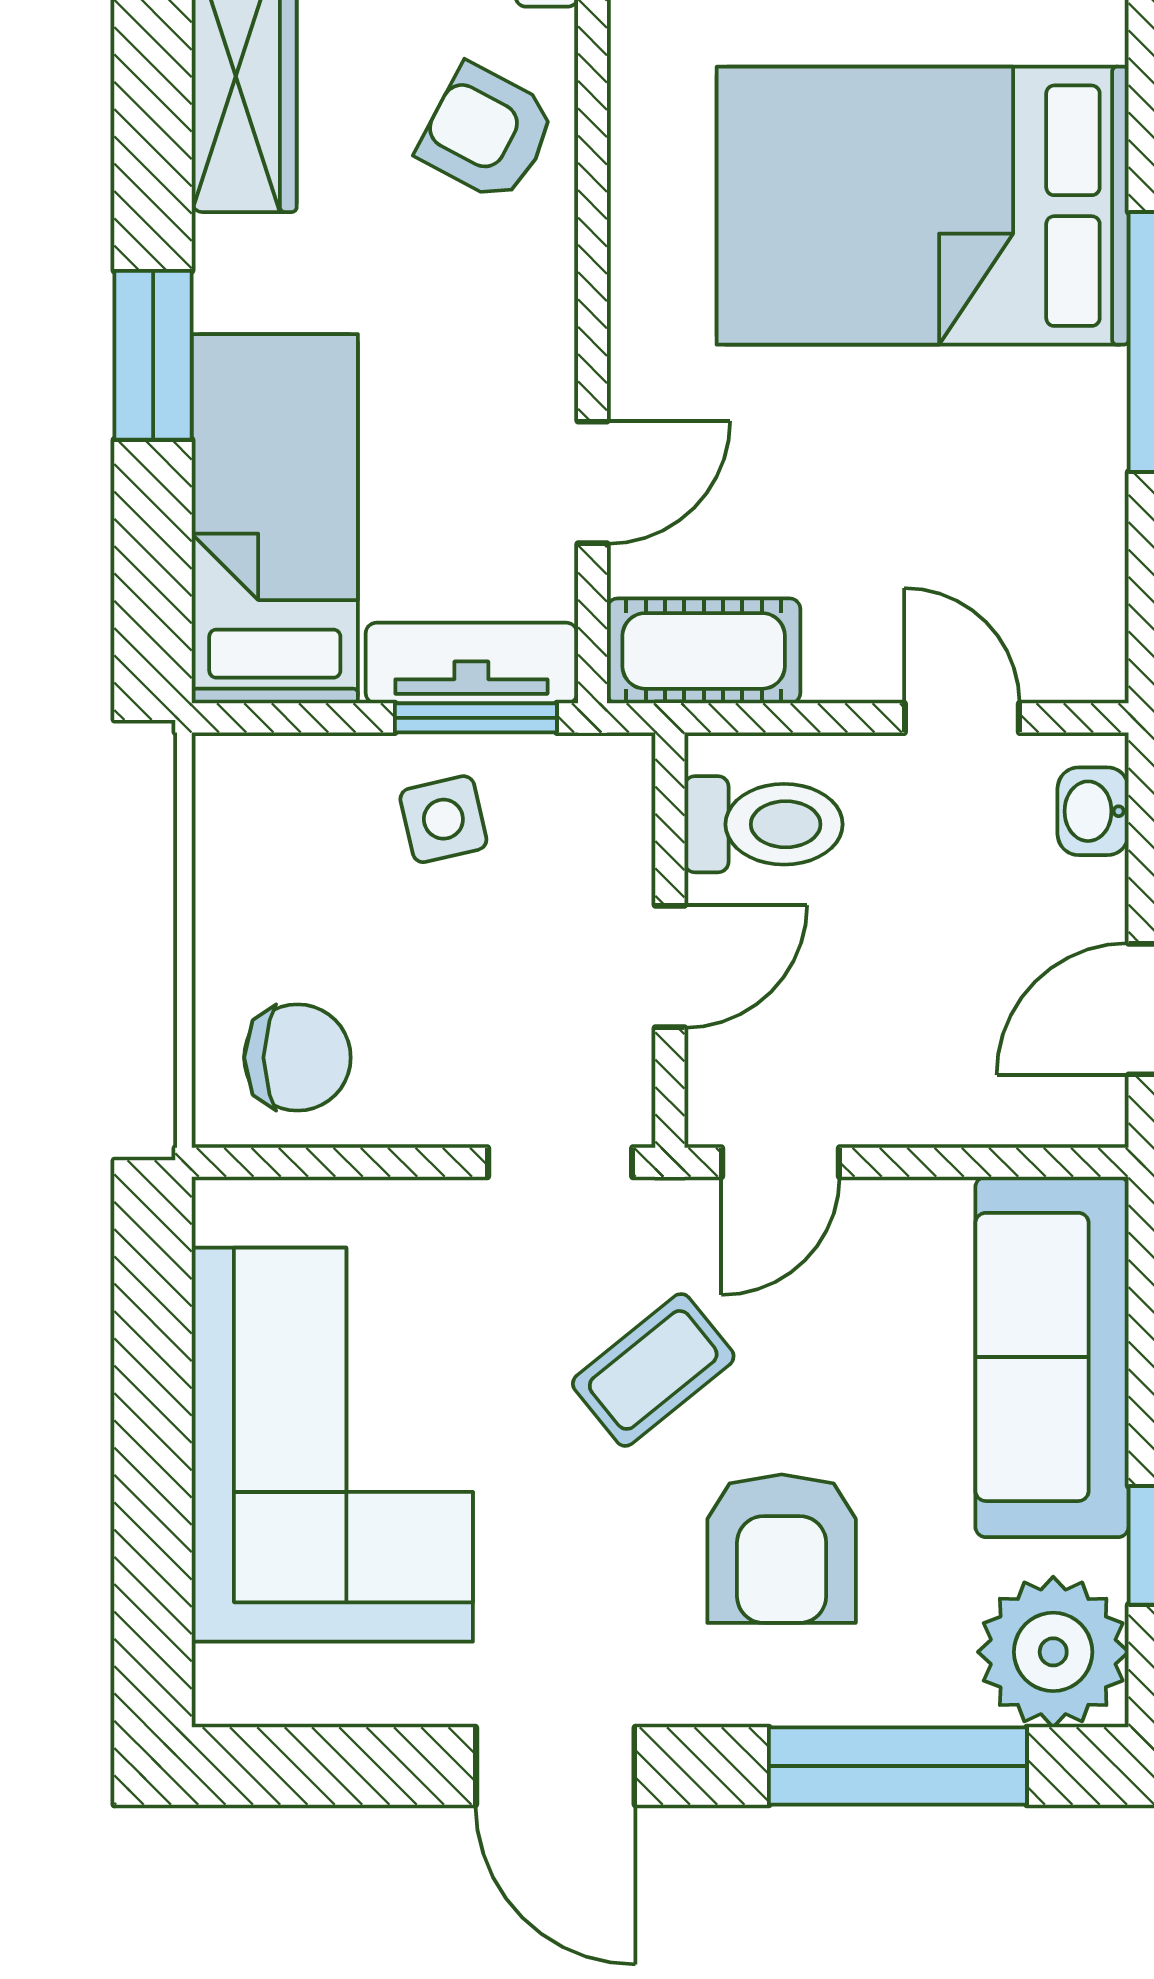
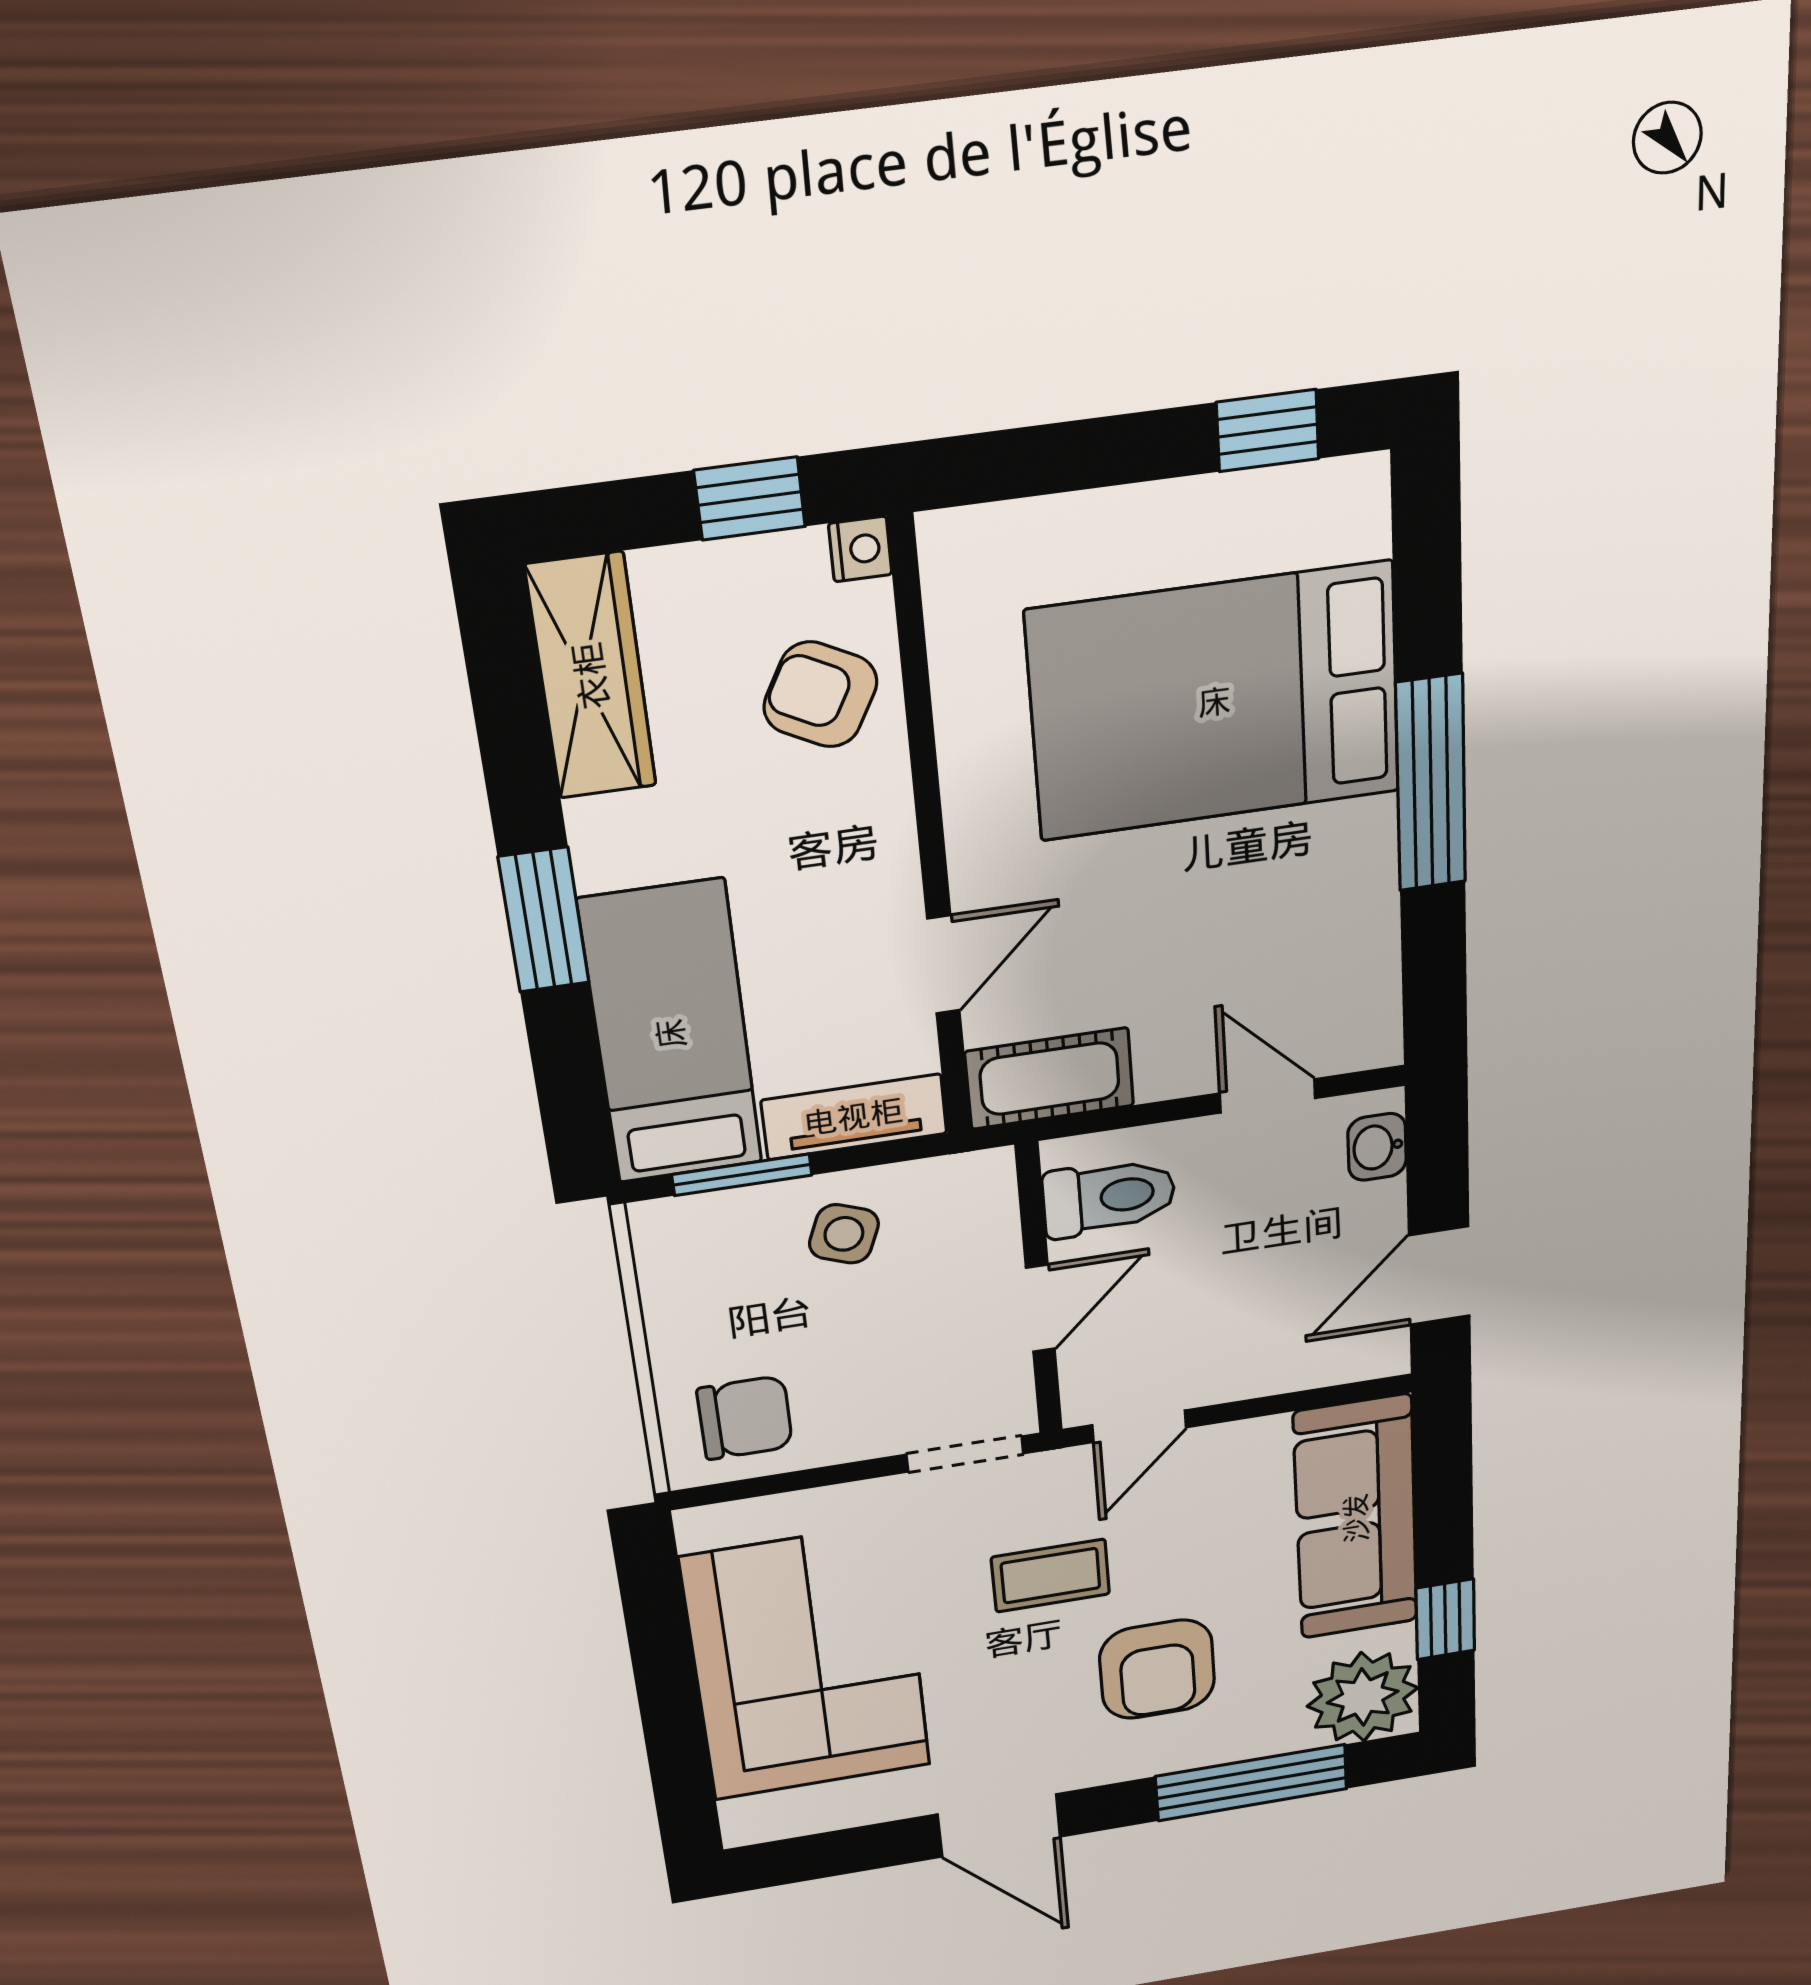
window: (476, 718) -> (742, 1175), moved
side table: (443, 819) -> (844, 1234), turned 34
coffee table: (653, 1370) -> (1050, 1576), turned 39

